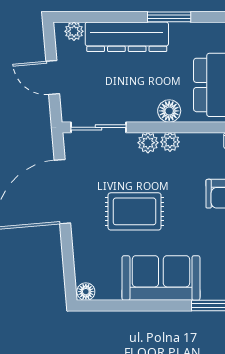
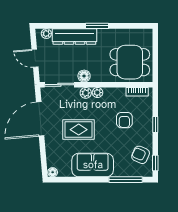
floor lamp: (169, 111) -> (84, 76), moved

